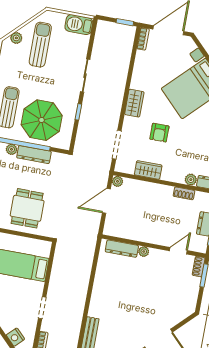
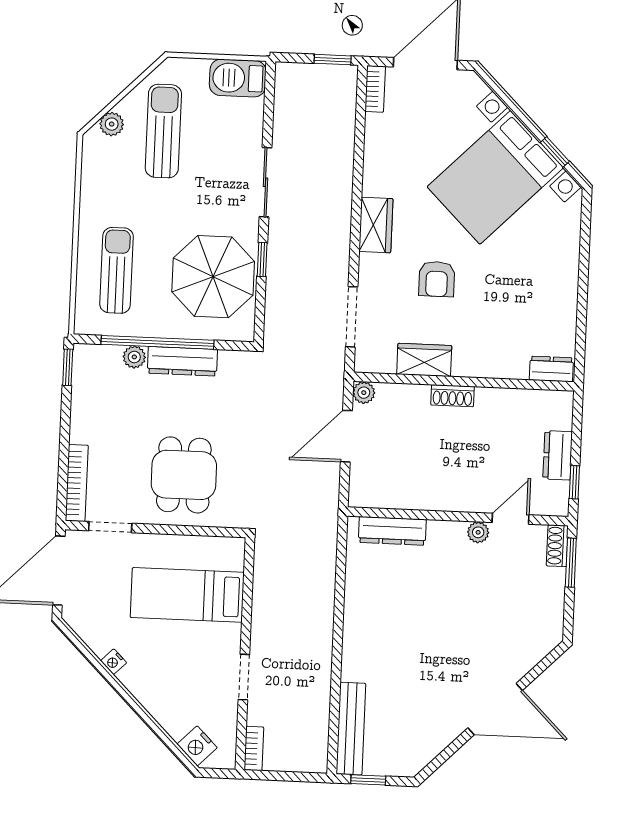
parasol: (42, 120) -> (213, 277), moved
plant: (191, 180) -> (516, 367), removed
shoe rack: (184, 193) -> (452, 396), moved
plant: (144, 252) -> (478, 532), moved

